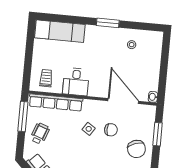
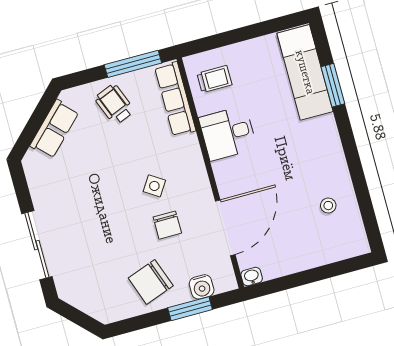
window: (108, 23) -> (333, 85), moved
row of seats: (56, 102) -> (175, 99), width x0.73
water cooler: (149, 124) -> (202, 287), added
wheelchair: (40, 134) -> (114, 104), turned -132

